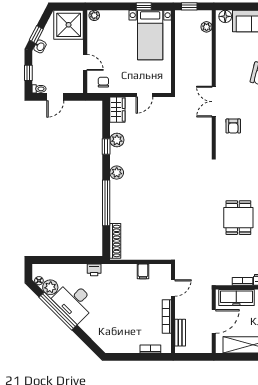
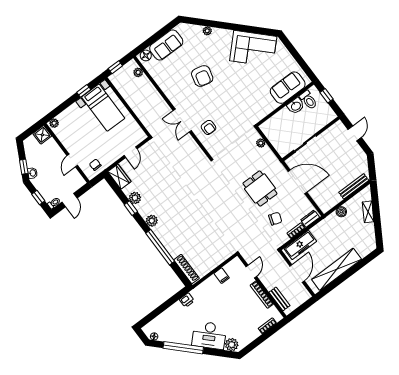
shower: (69, 25) -> (42, 135), width x0.54, depth x0.54
door: (85, 62) -> (72, 161), swing flipped
chair: (232, 256) -> (275, 219), added
plant: (50, 287) -> (232, 345), moved
desk: (74, 301) -> (209, 335), moved

